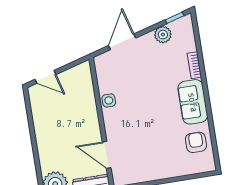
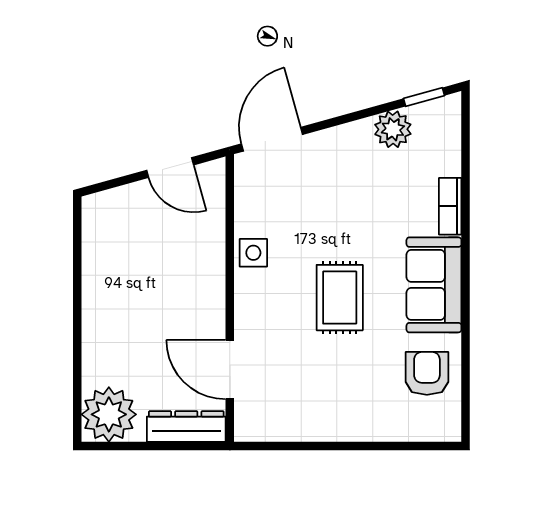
door: (122, 42) -> (272, 139), moved
door: (45, 77) -> (170, 168), moved
rug: (151, 114) -> (340, 298), added

